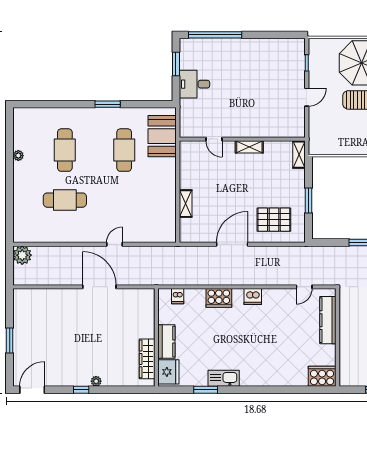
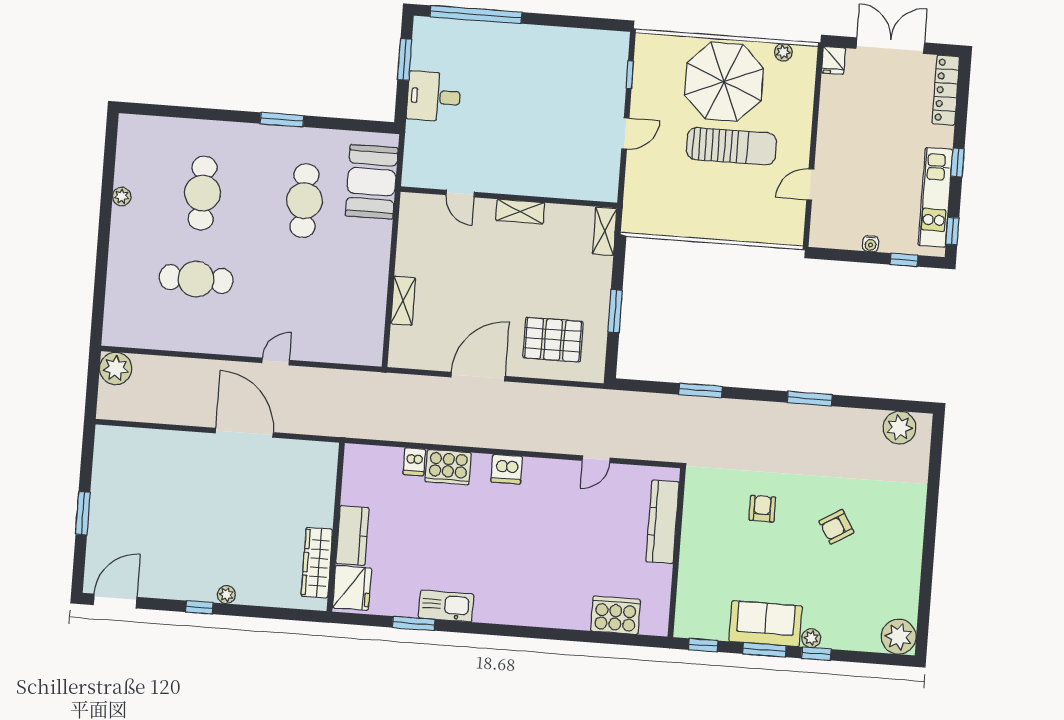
dishwasher: (178, 296) -> (414, 462), moved
kitchen counter: (328, 320) -> (663, 522), moved
wall: (337, 337) -> (677, 553), moved

